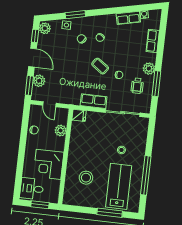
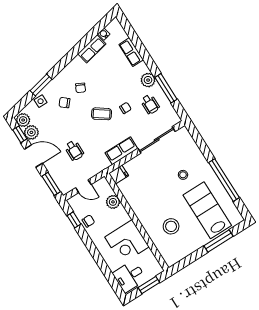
wheelchair: (62, 76) -> (74, 150), added
plant: (39, 81) -> (31, 132), moved
window: (25, 122) -> (74, 220), added

